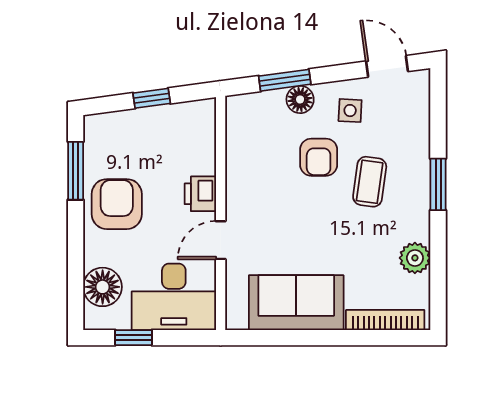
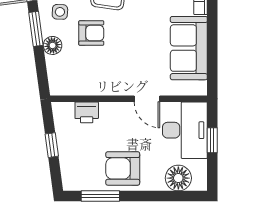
window: (285, 80) -> (36, 29), moved
printer: (200, 194) -> (87, 112), moved
window: (133, 338) -> (212, 140), moved

